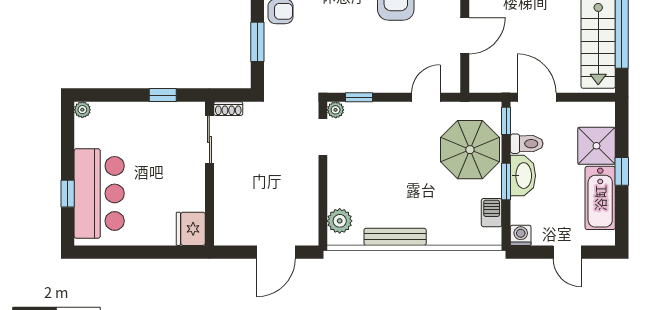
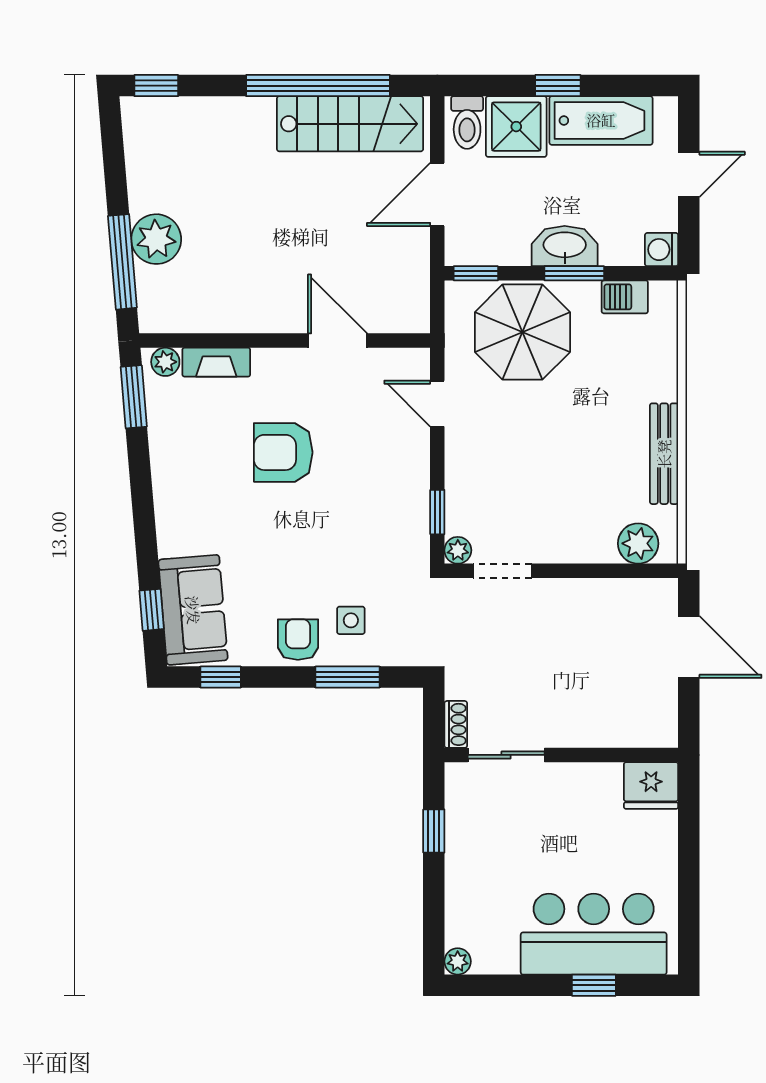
side table: (292, 44) -> (351, 620), added
door: (537, 97) -> (437, 194), moved
toilet: (527, 144) -> (467, 123), moved, turned 180

